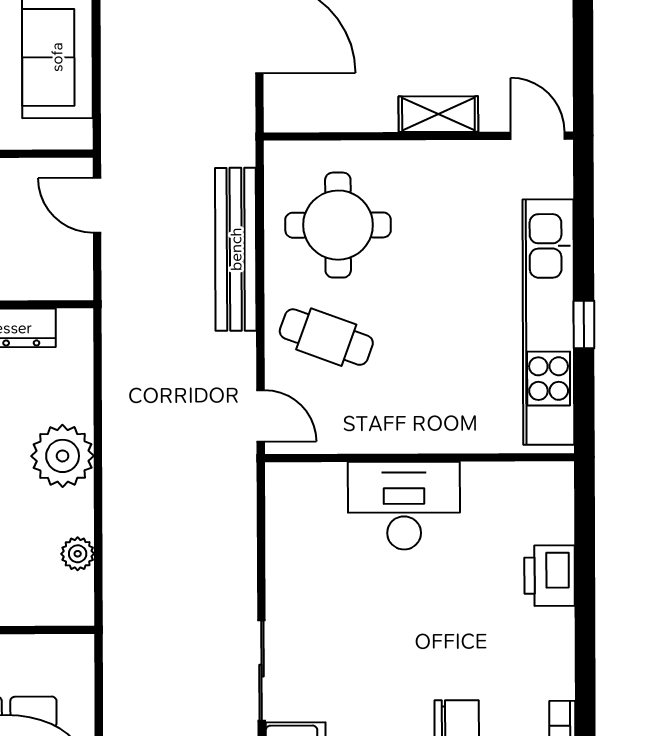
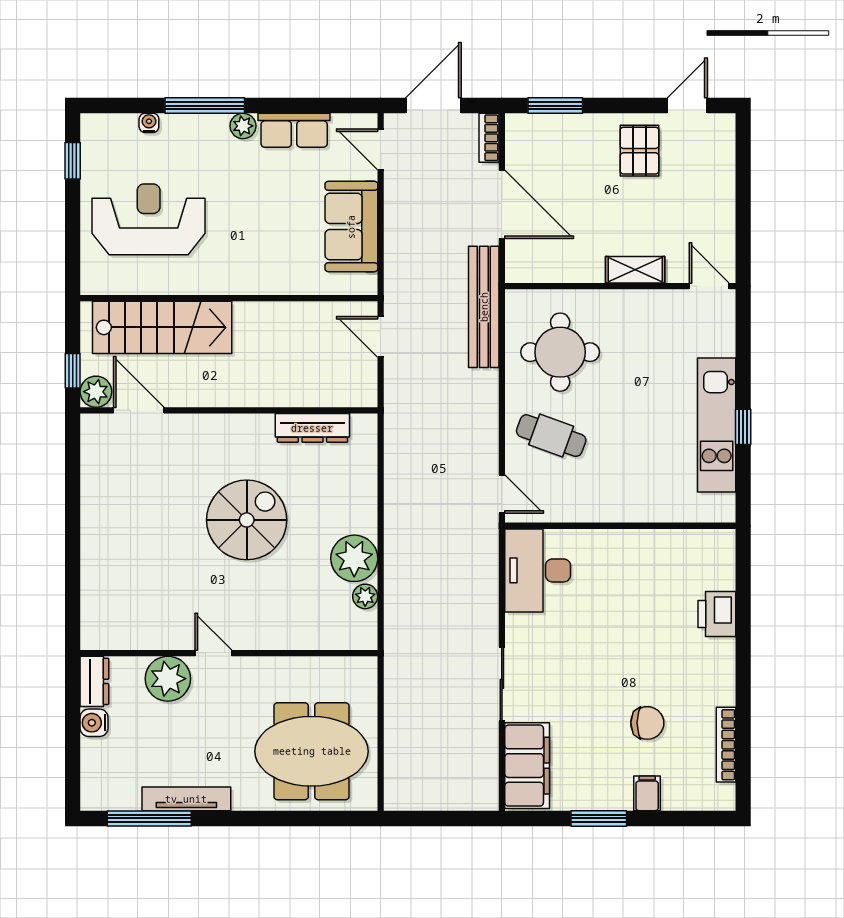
bench: (236, 249) -> (484, 307), moved
kitchen unit: (548, 322) -> (717, 425), width x0.73
plant: (63, 456) -> (354, 558), moved
desk: (404, 506) -> (538, 570), moved, turned -90

